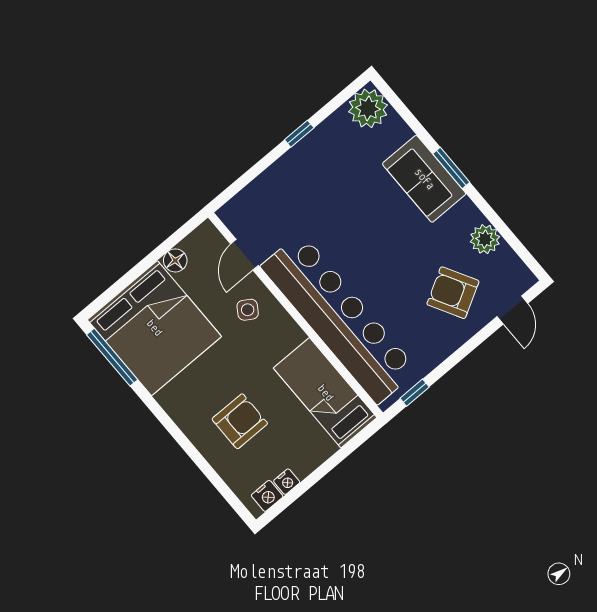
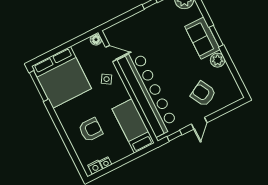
plant: (485, 239) -> (218, 60), moved
door: (245, 255) -> (111, 53), swing flipped
floor lamp: (175, 260) -> (96, 40), moved
door: (512, 310) -> (199, 123), moved

